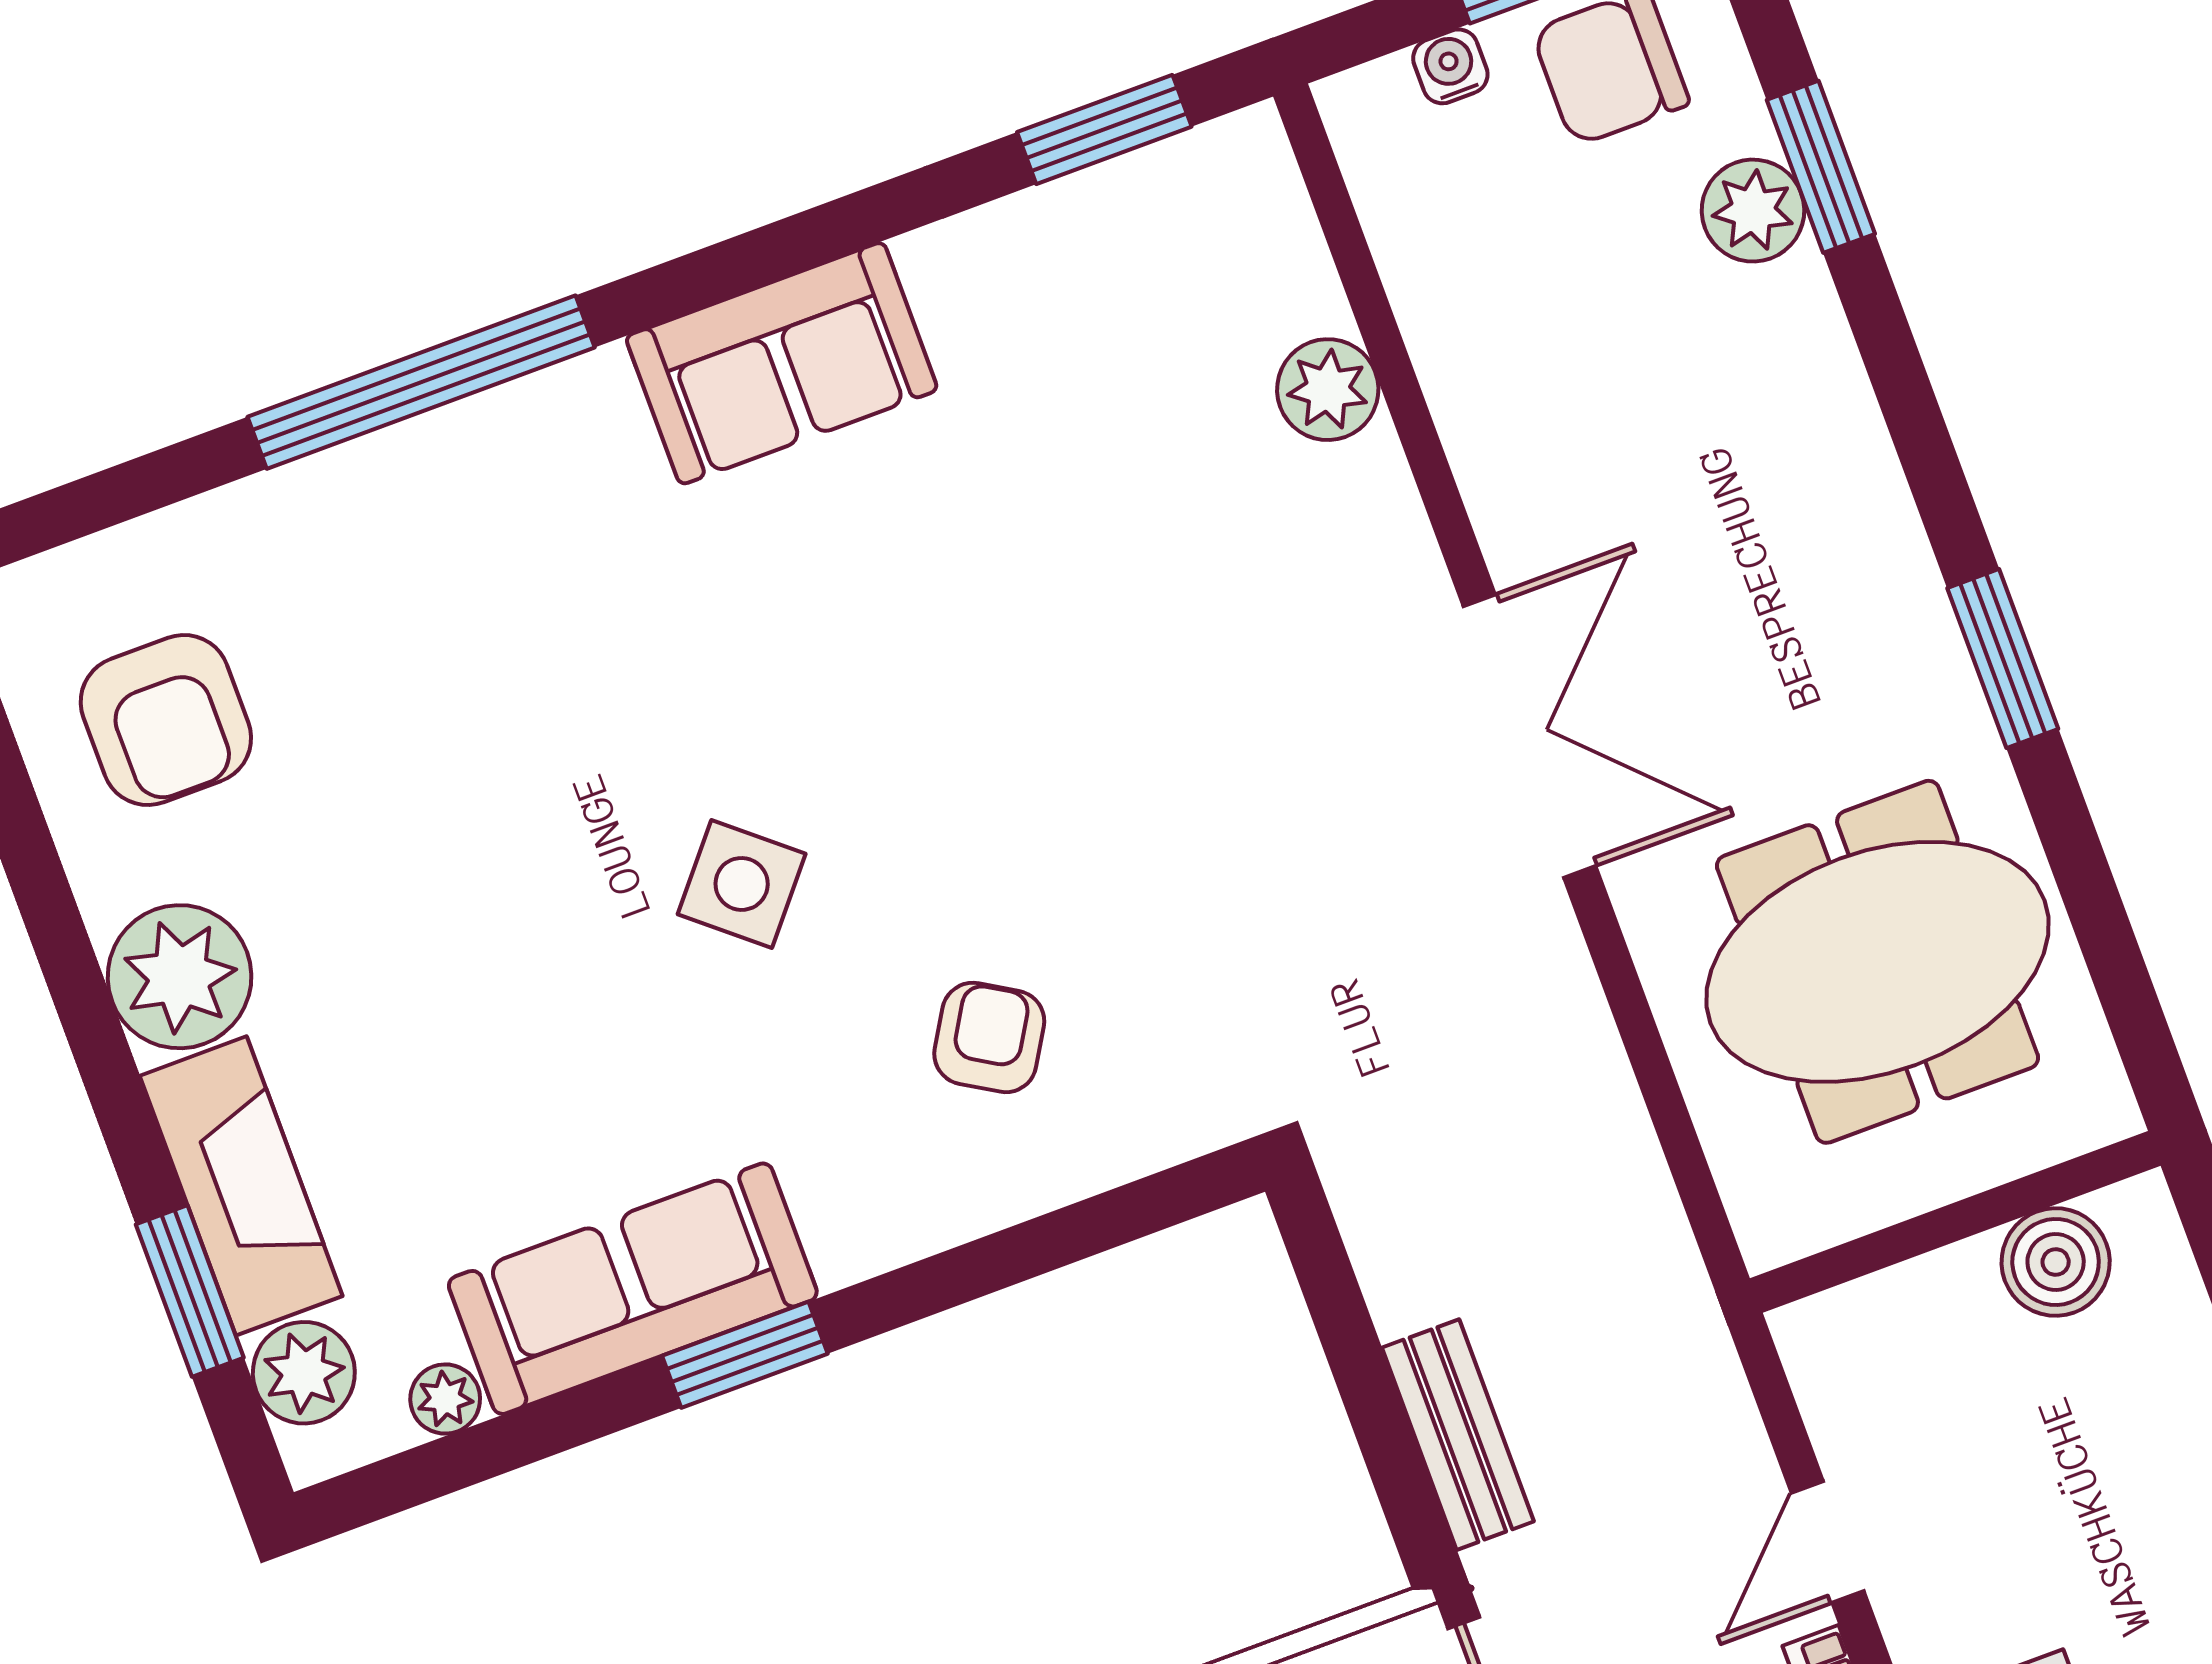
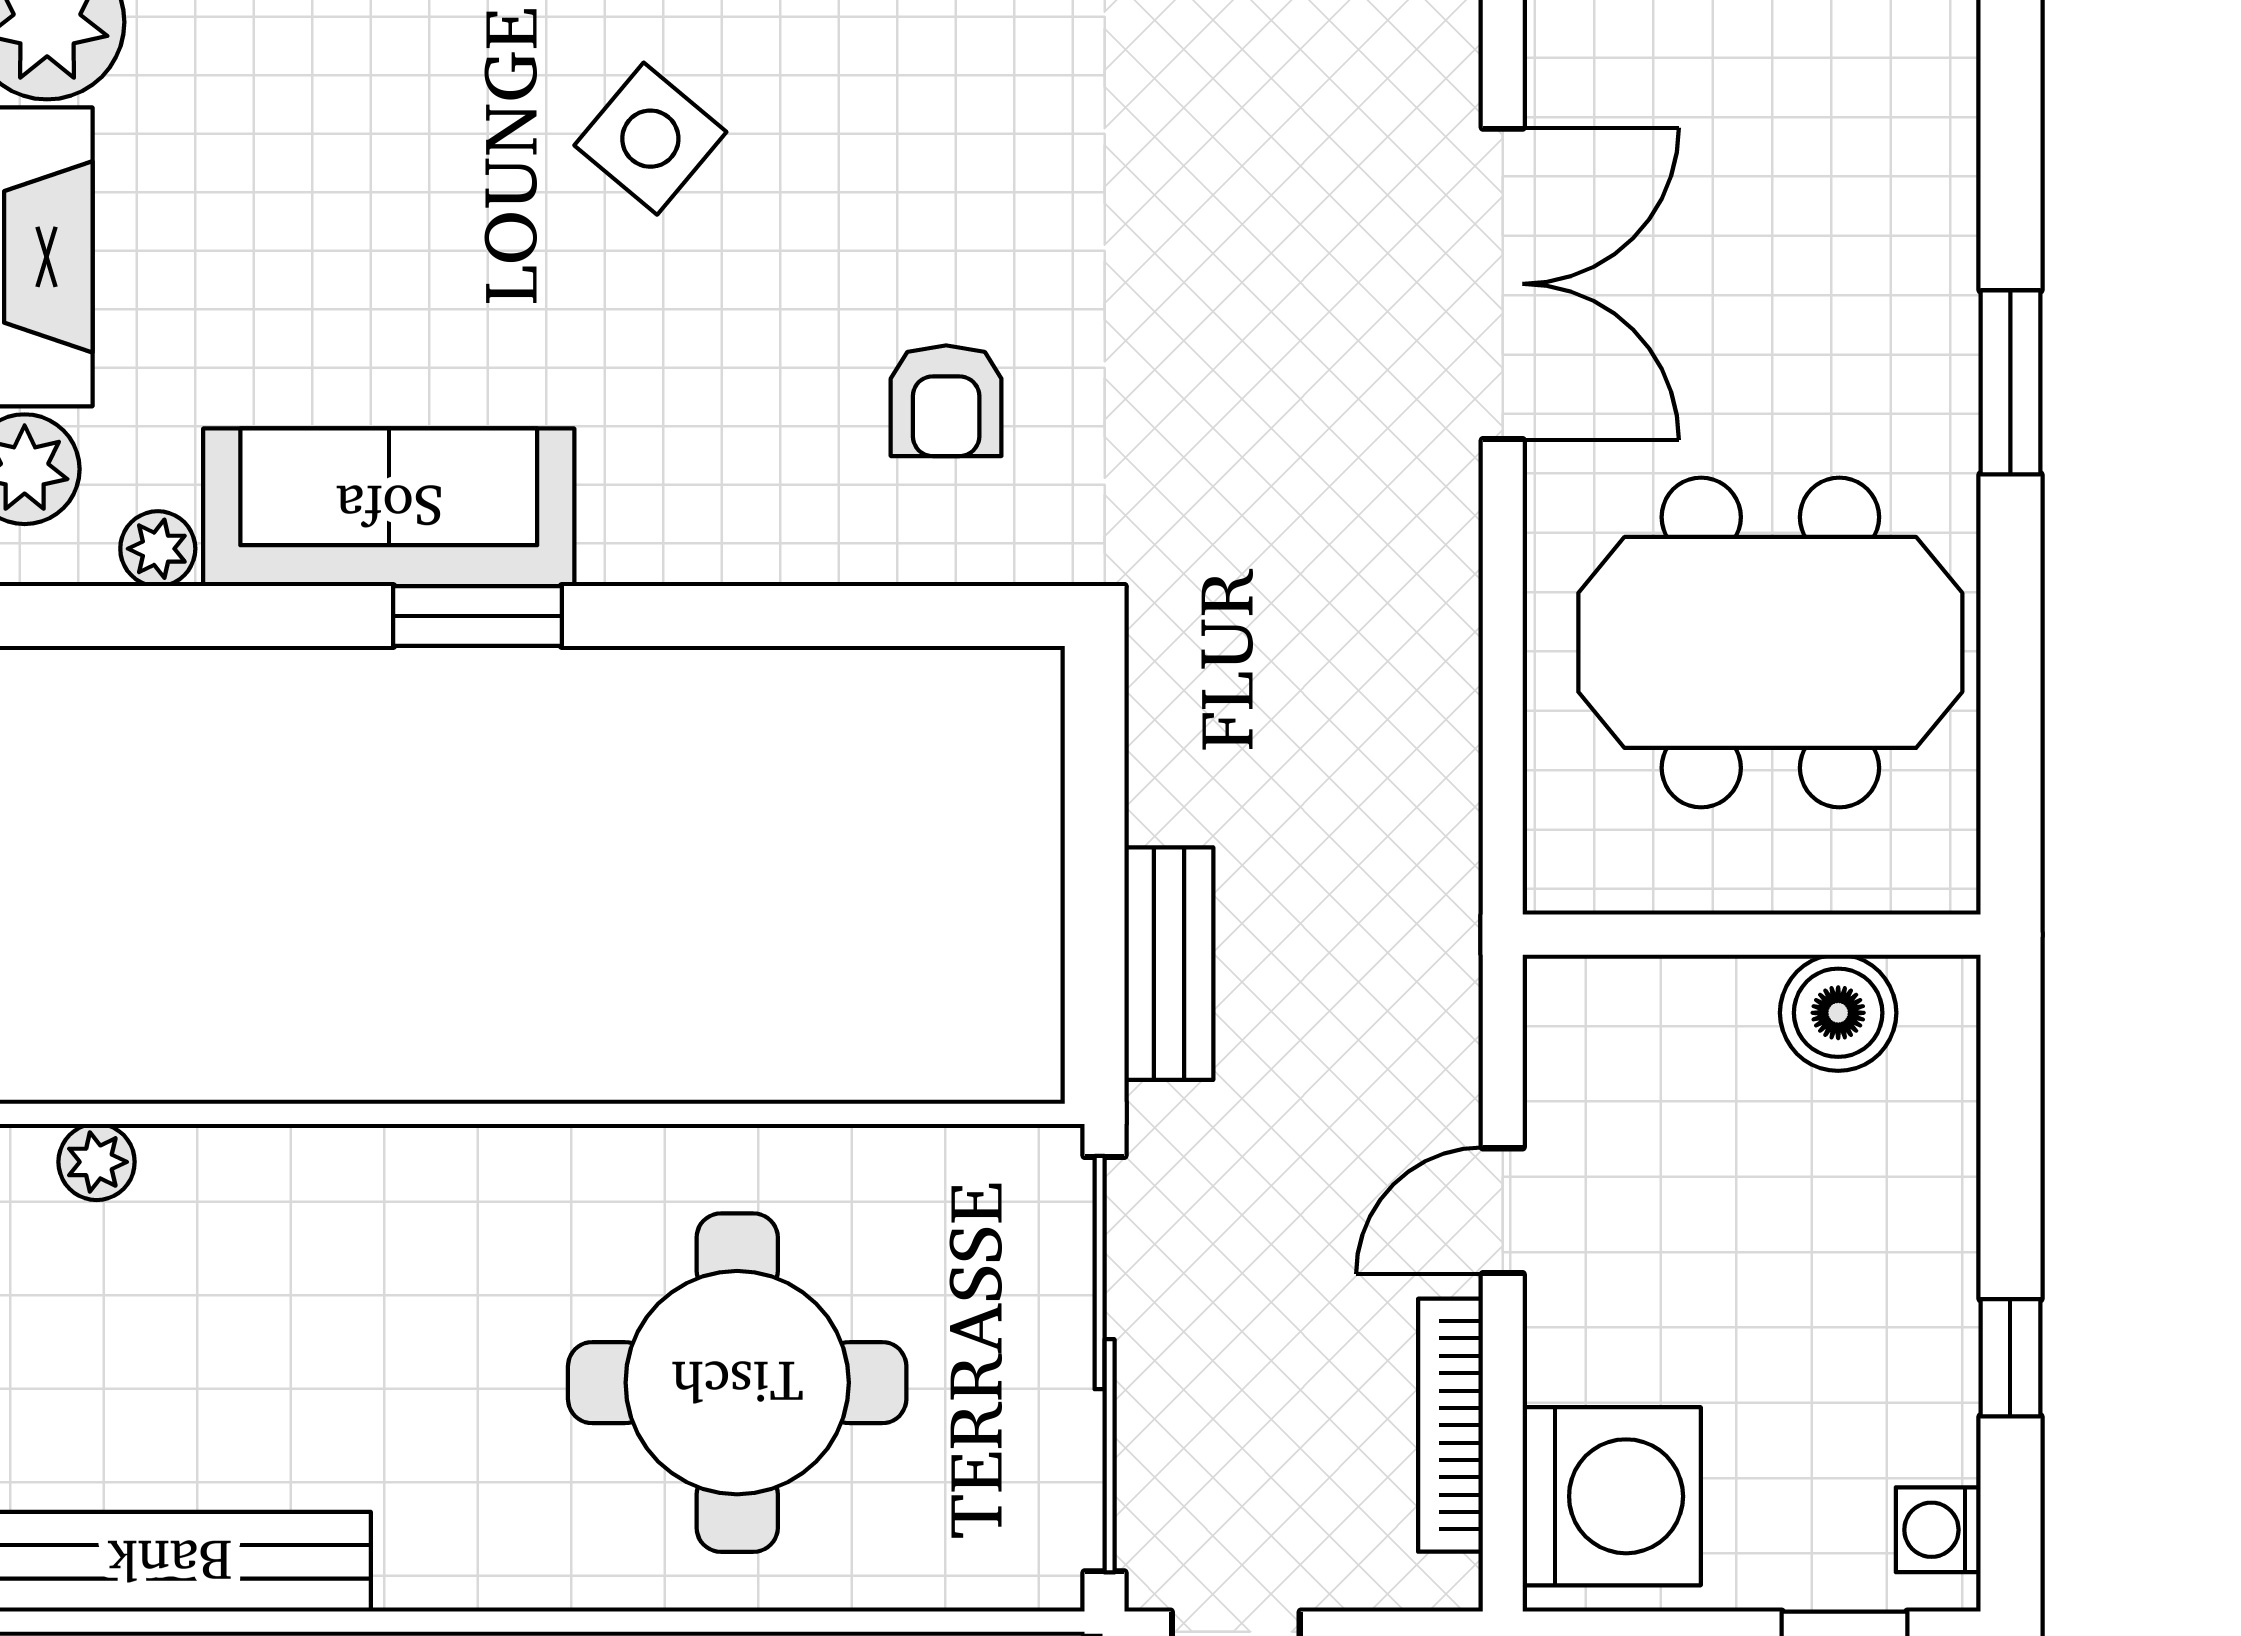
armchair: (989, 1037) -> (946, 401), moved, turned 149

